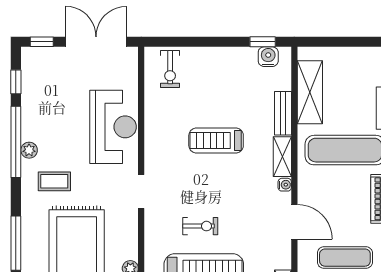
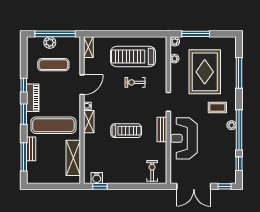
bench: (283, 113) -> (162, 130), moved
door: (294, 222) -> (82, 85), swing flipped

